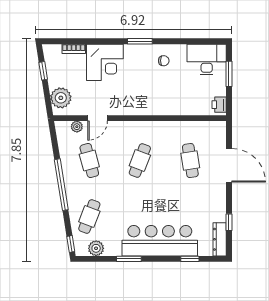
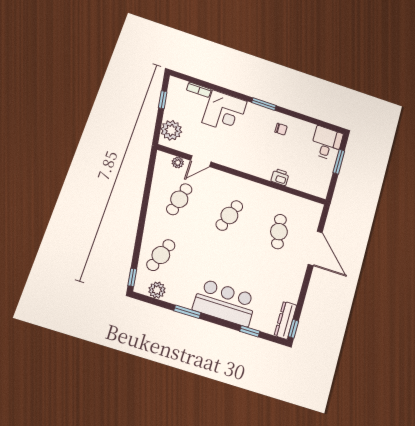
desk: (207, 59) -> (327, 143), width x0.73
printer: (219, 105) -> (280, 177), moved, turned 90
cafe table: (89, 161) -> (179, 199), turned 30
window: (61, 185) -> (143, 214), removed
window: (229, 222) -> (293, 329), moved
bar counter: (160, 241) -> (225, 303), width x0.73

